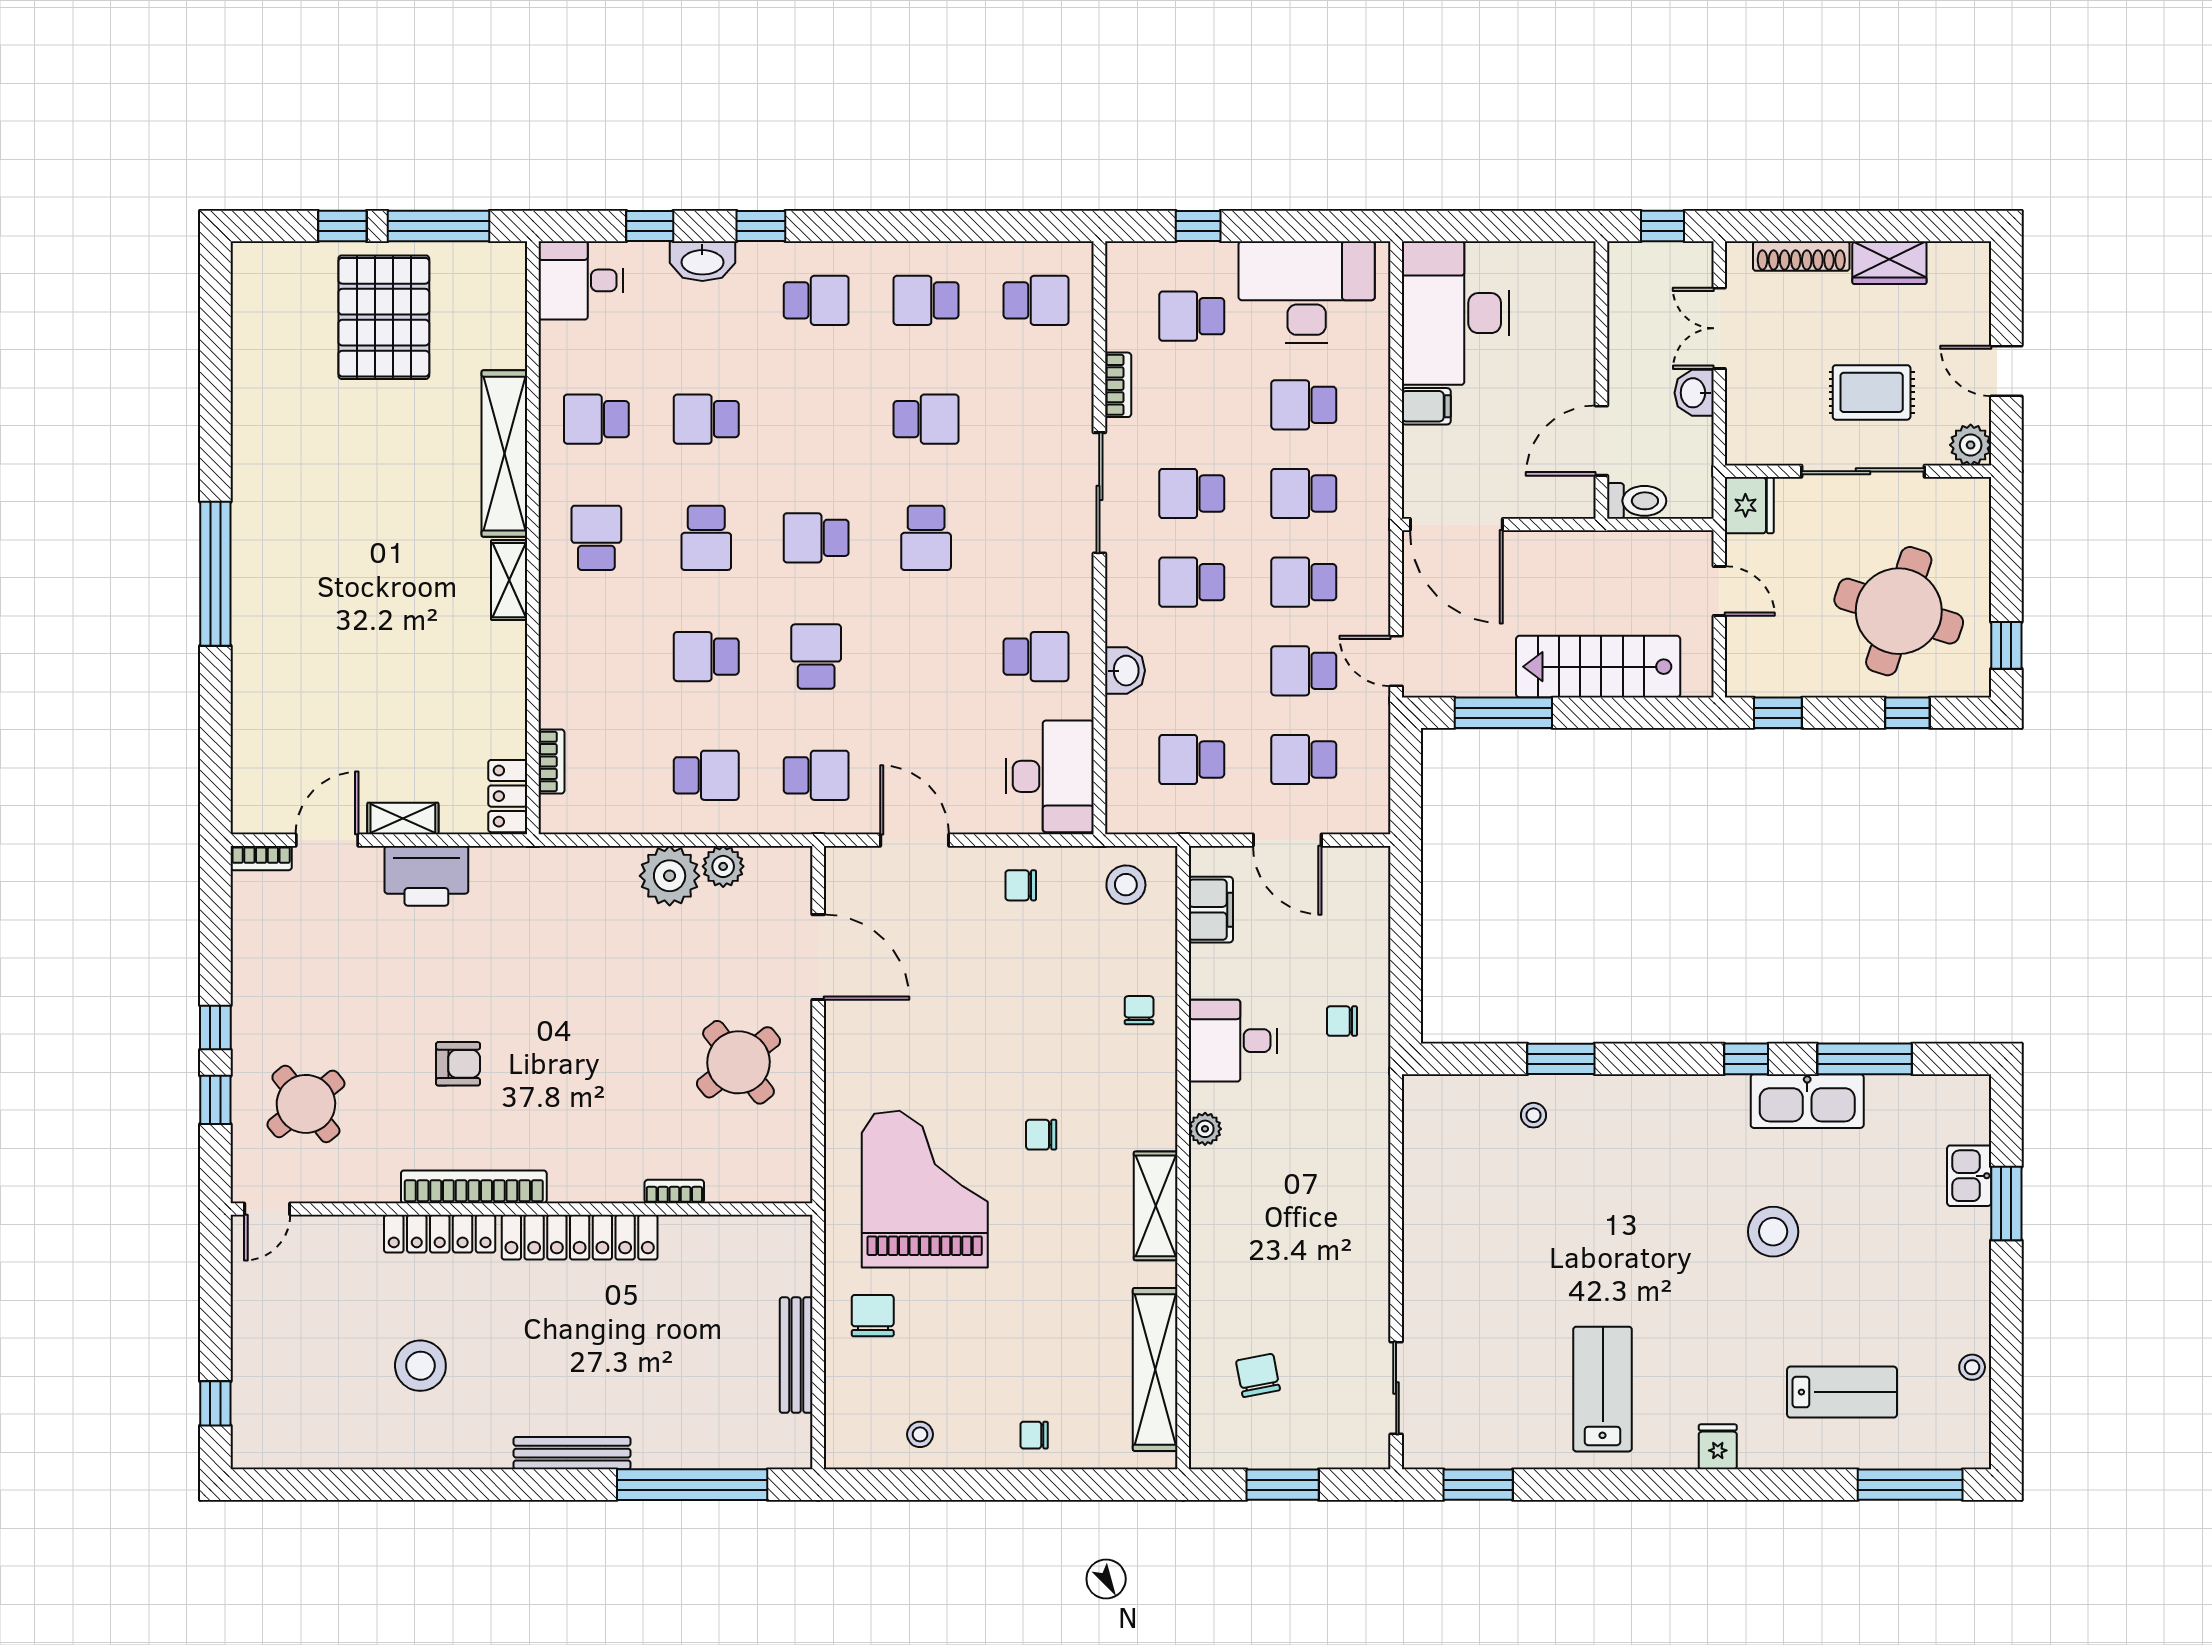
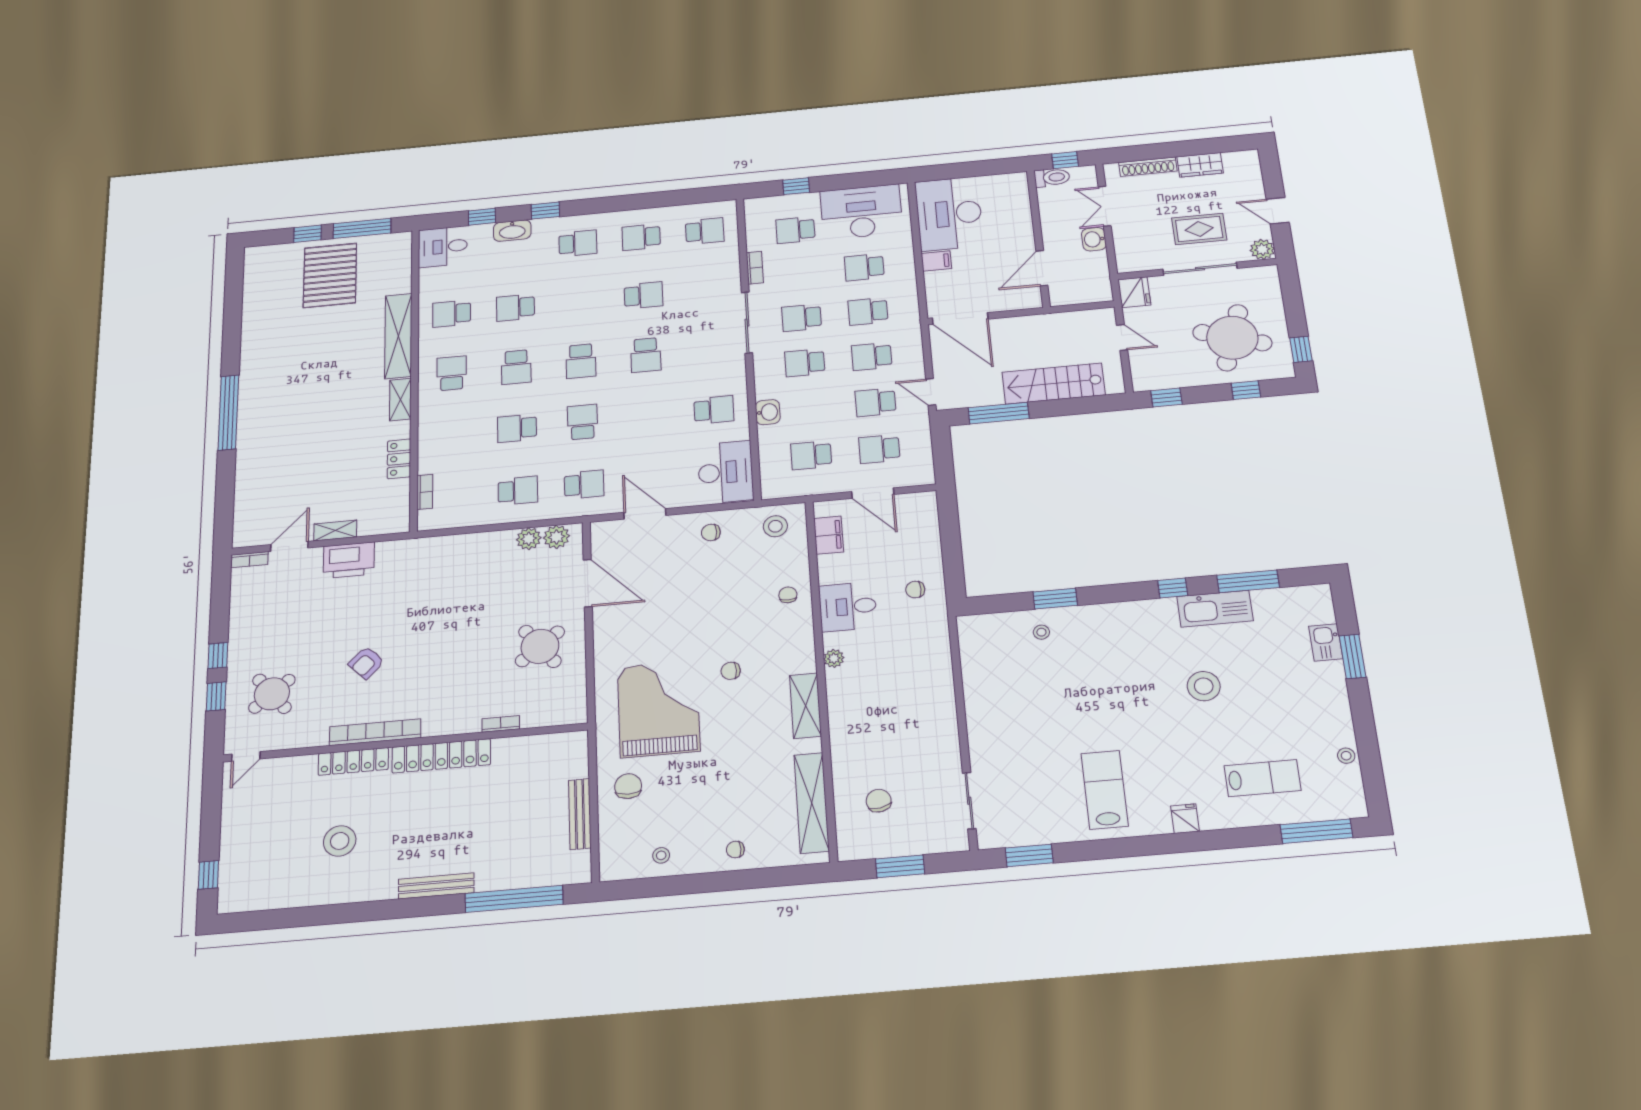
toilet: (1637, 501) -> (1052, 177), moved
school desk: (816, 538) -> (581, 361), turned -90
locker: (508, 796) -> (399, 459), moved
plant: (670, 876) -> (556, 537), moved, width x0.73, depth x0.73
armchair: (458, 1064) -> (366, 663), turned 135

